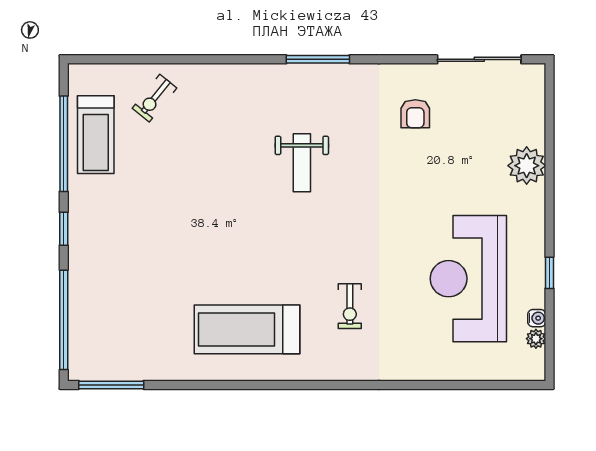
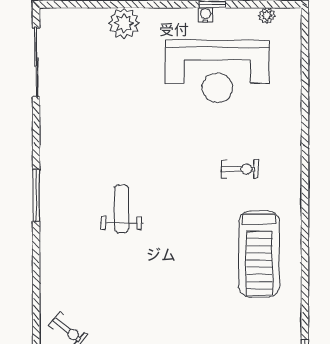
armchair: (415, 114) -> (81, 115), removed
weight bench: (302, 163) -> (122, 209), turned -90
water cooler: (537, 318) -> (206, 15), moved

